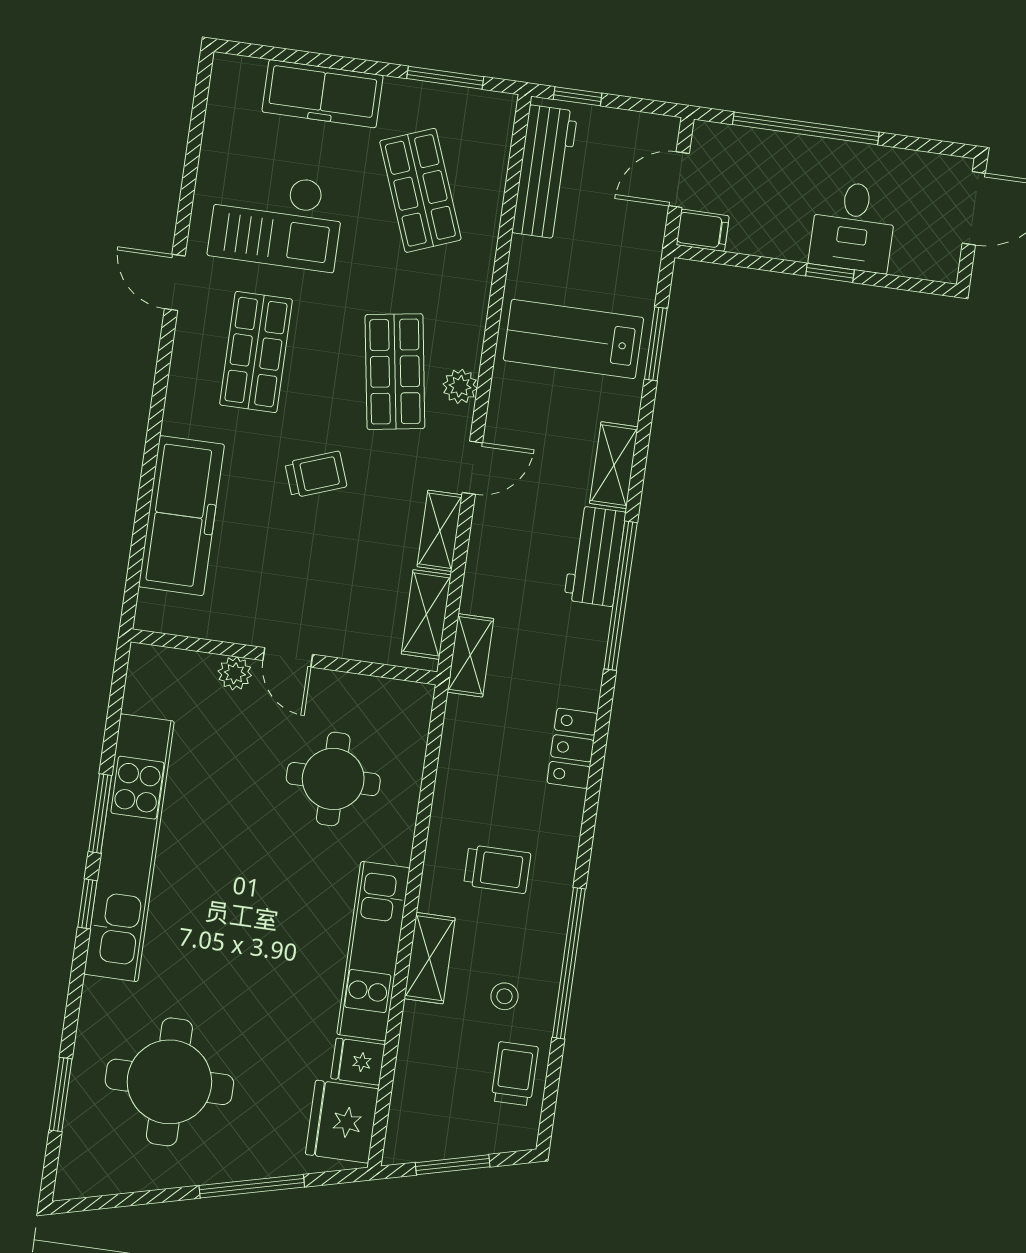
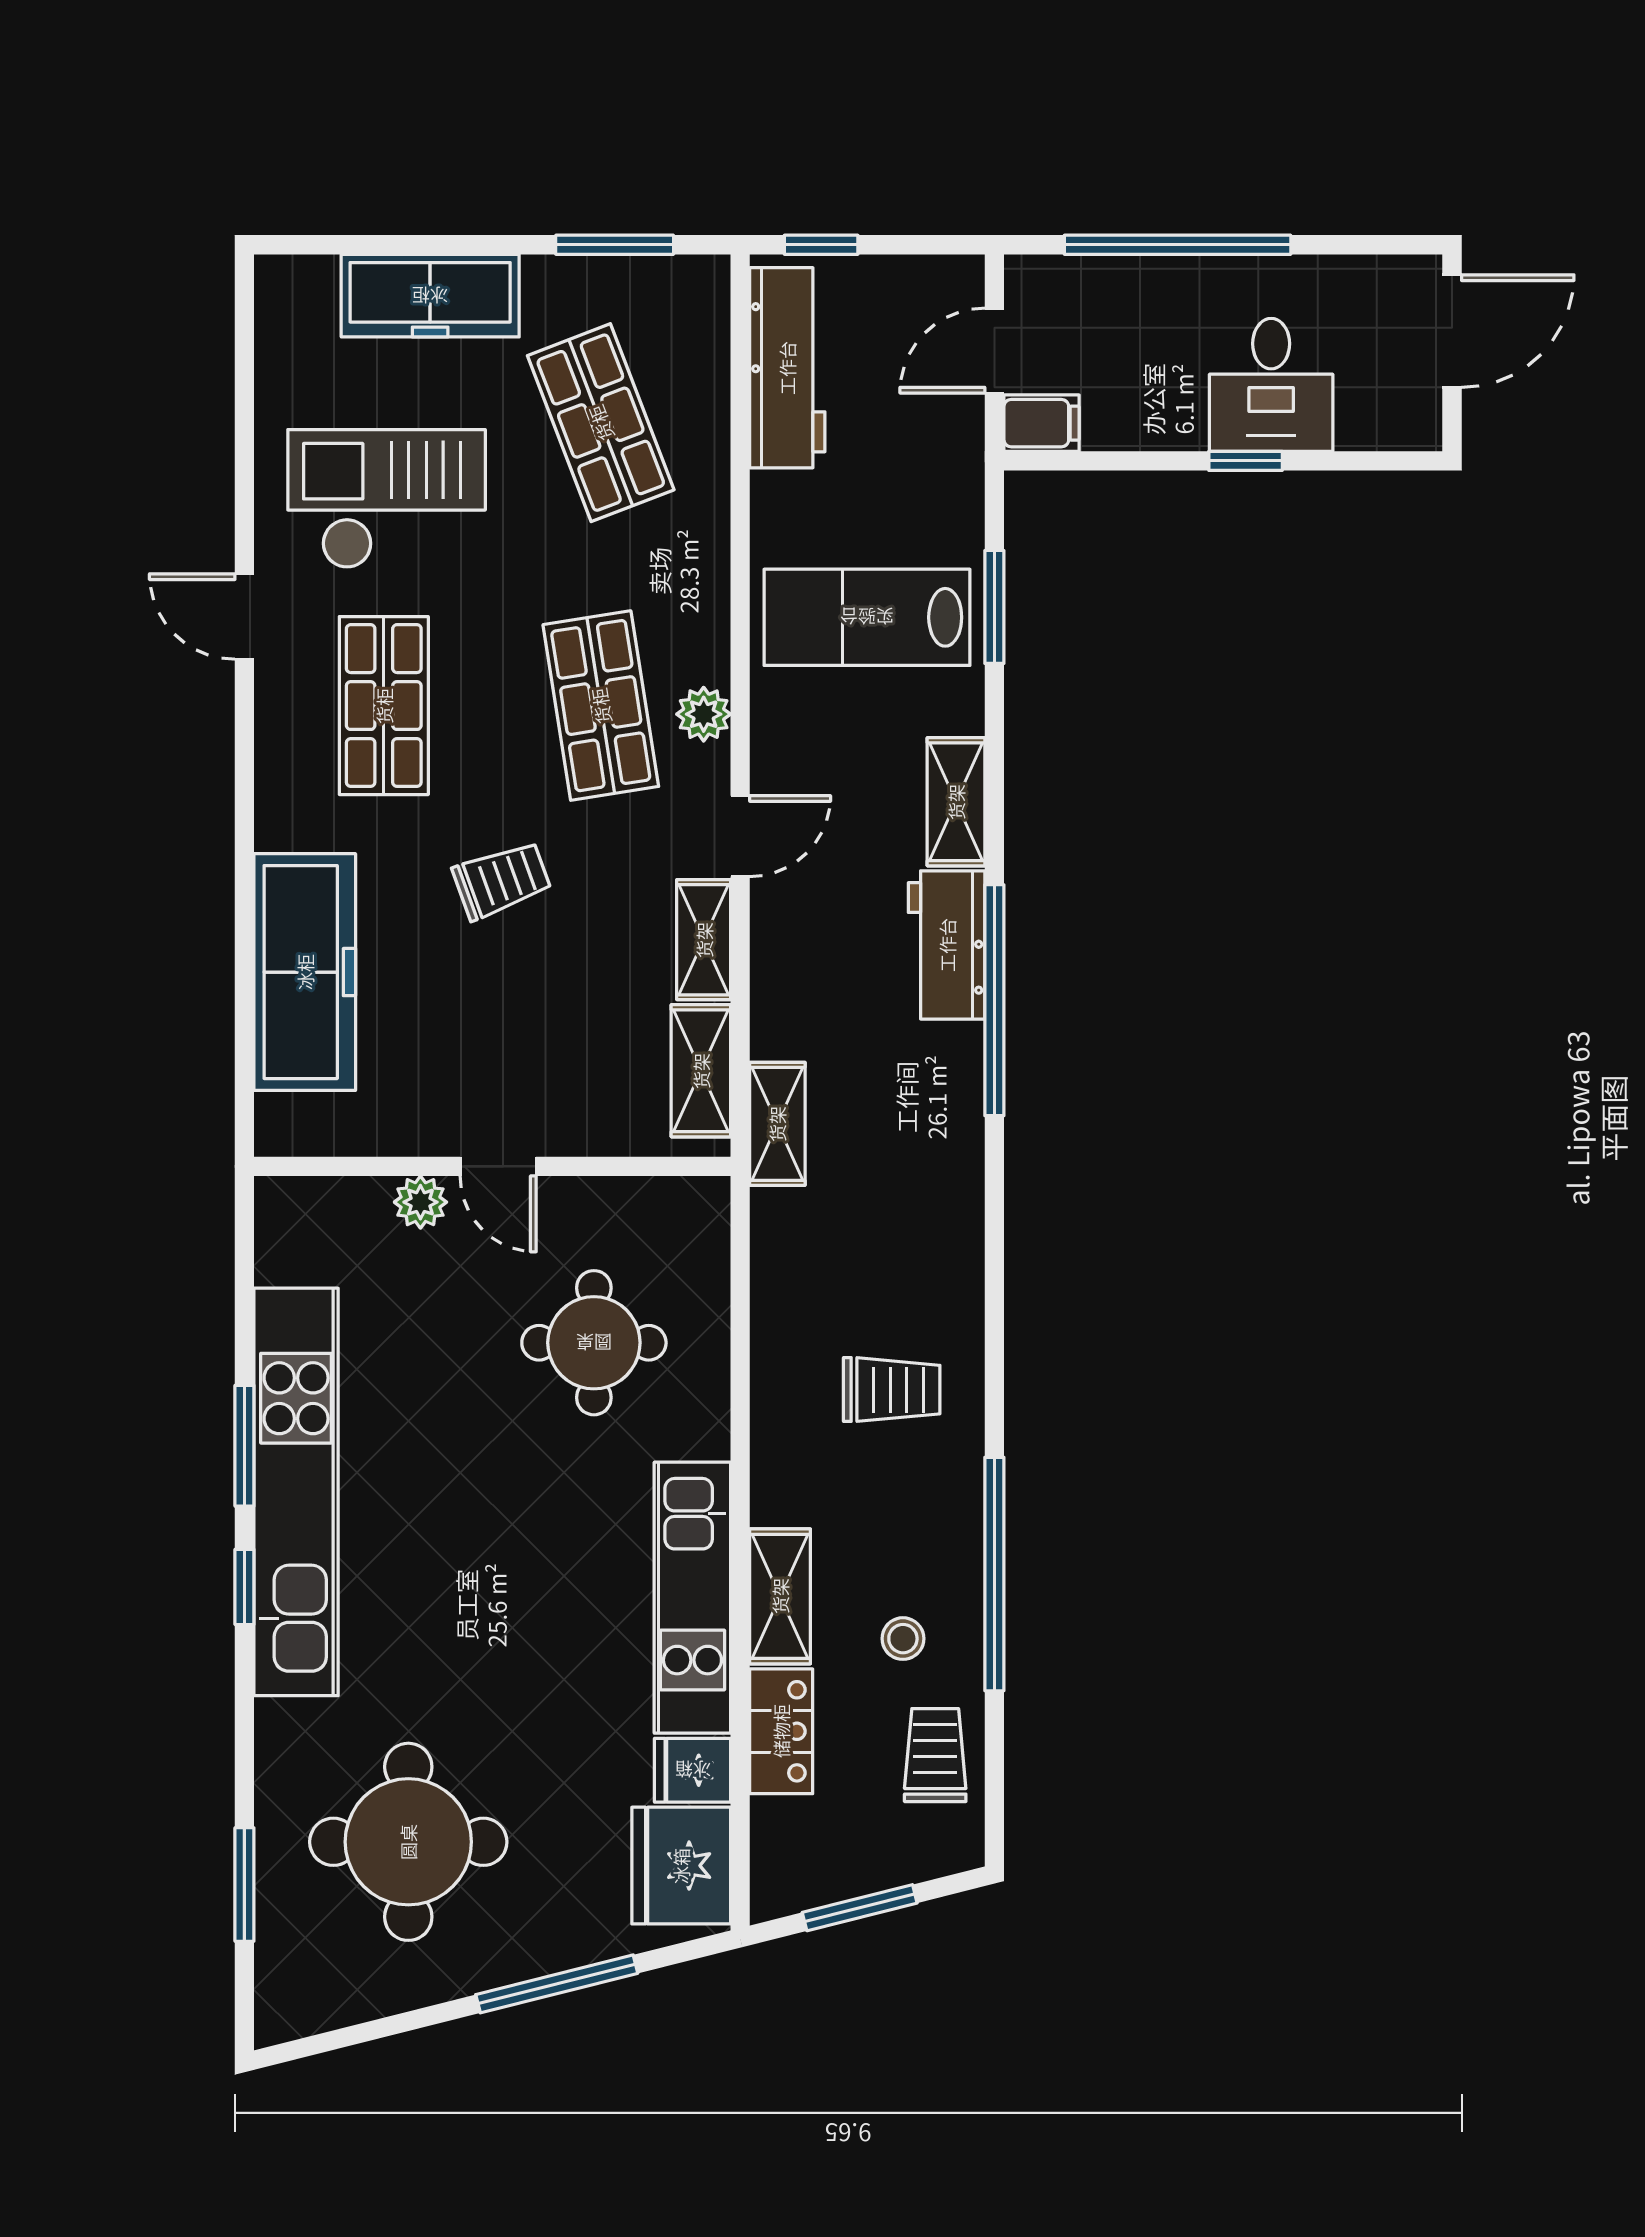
checkout: (276, 220) -> (387, 499), turned 180
locker: (572, 748) -> (781, 1731), moved, turned 180
trolley: (497, 869) -> (892, 1390), moved

